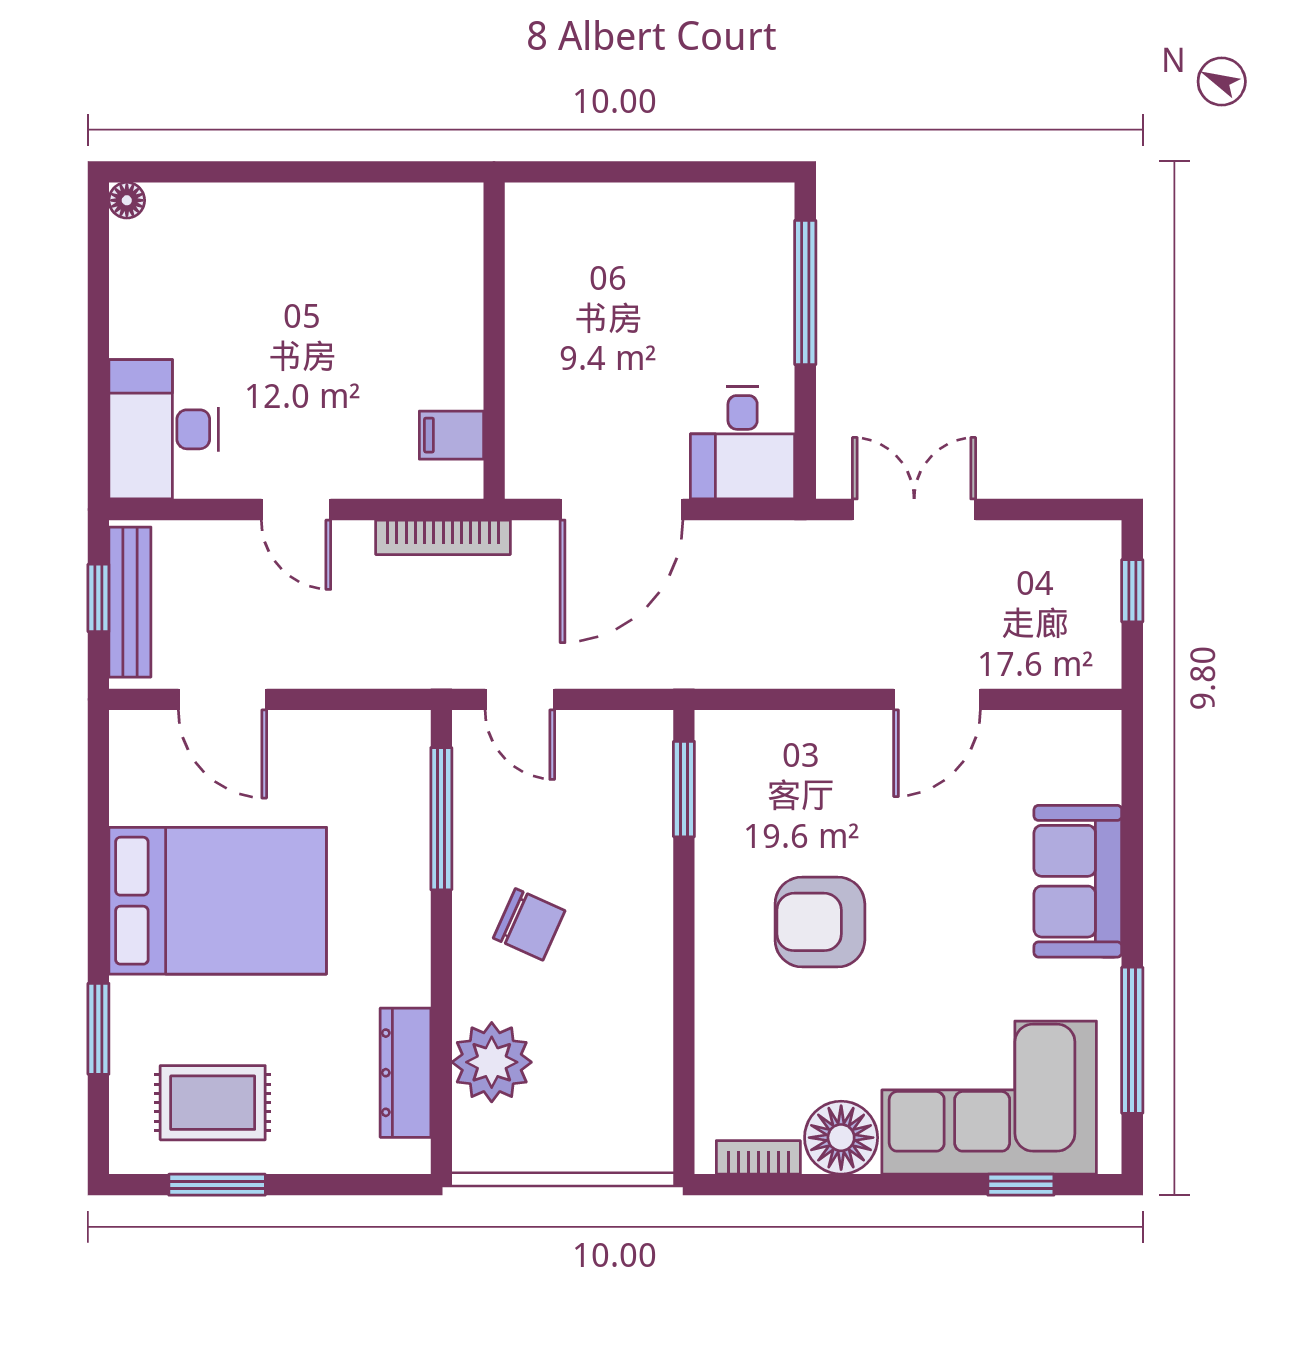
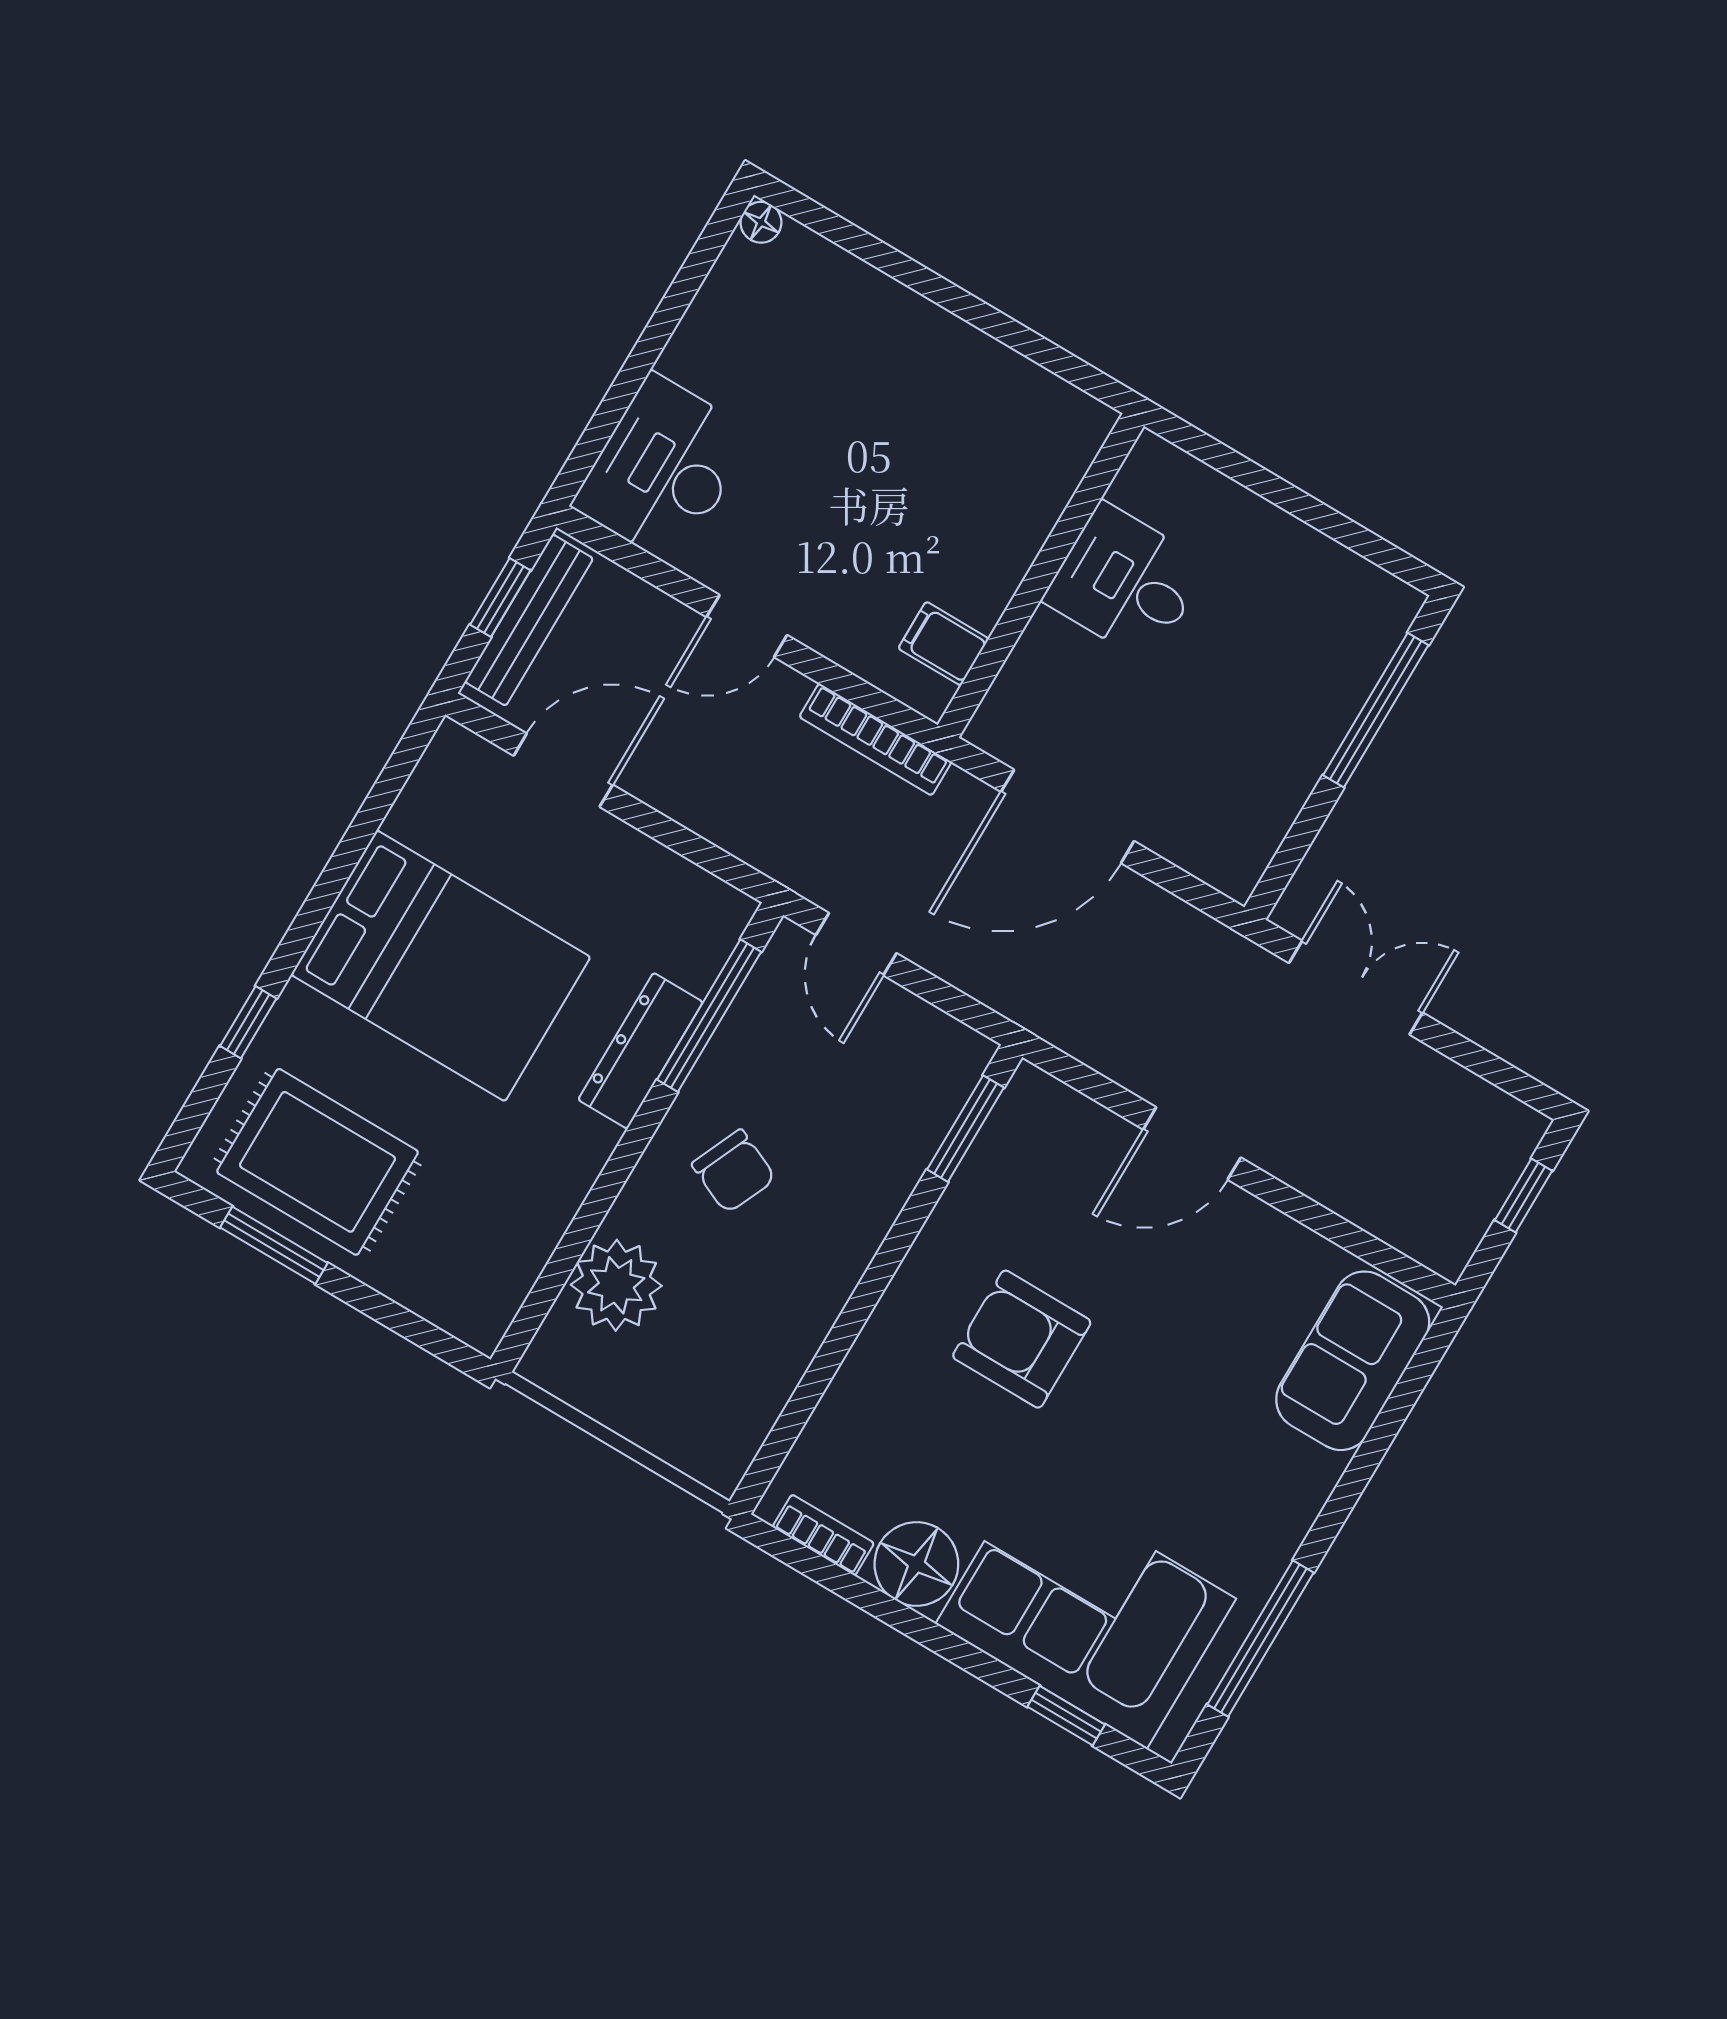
desk: (743, 443) -> (1126, 582), moved, turned 90
door: (296, 510) -> (747, 626), hinge flipped
door: (222, 699) -> (563, 770), swing flipped
door: (937, 699) -> (1192, 1143), moved
sofa: (1078, 881) -> (1353, 1361), moved
window: (98, 1029) -> (248, 1022), width x0.67
dresser: (405, 1073) -> (640, 1051), moved
rug: (213, 1103) -> (318, 1162), width x1.36, depth x1.43

